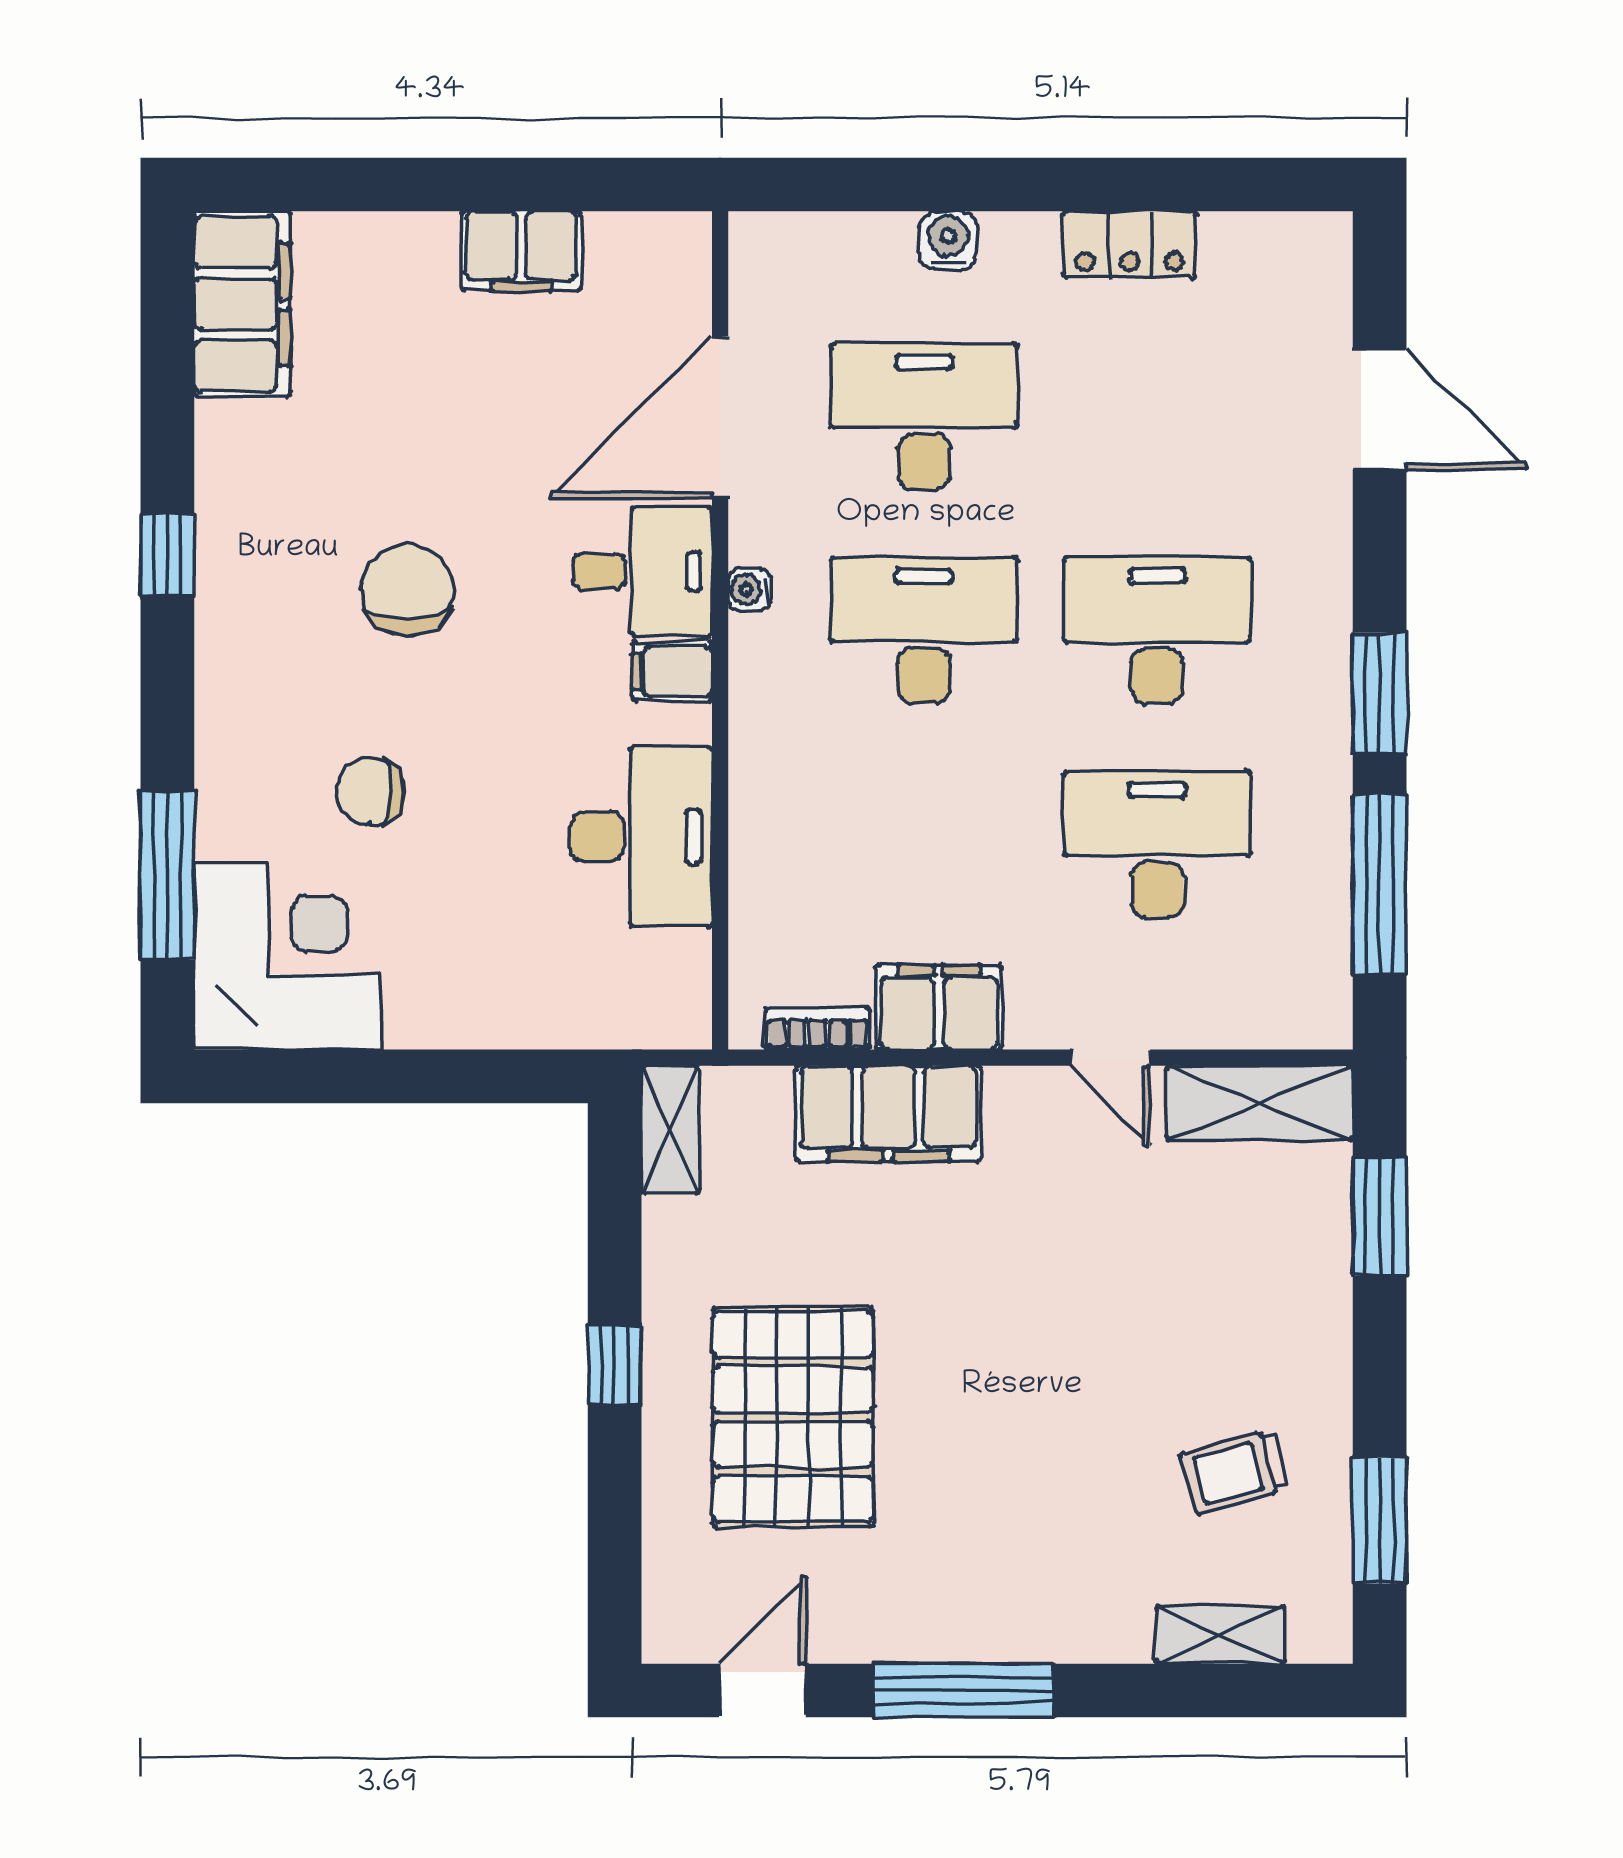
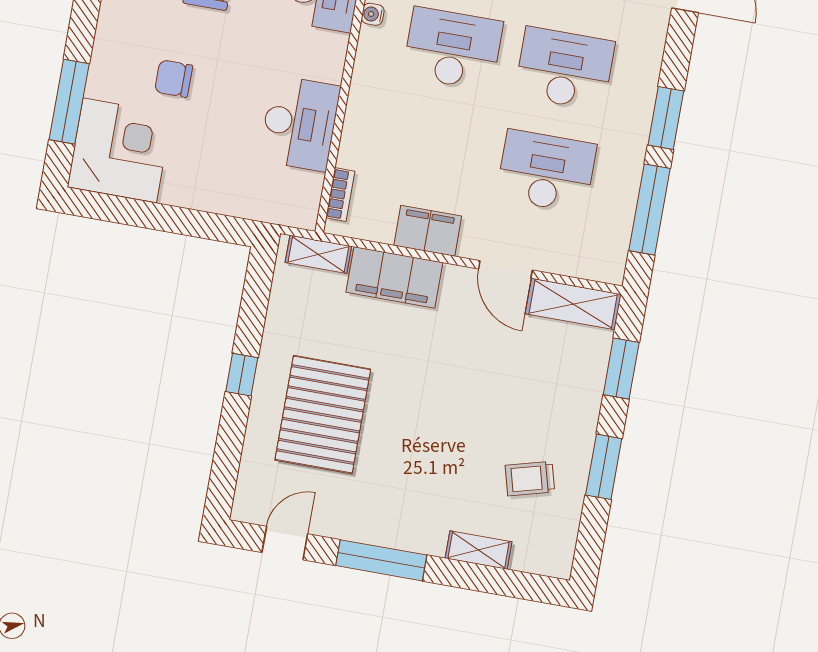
filing cabinet: (672, 671) -> (329, 47), removed
bookcase: (818, 1029) -> (340, 194), moved, turned 90
door: (1110, 1058) -> (505, 269), width x1.38
shelving: (670, 1130) -> (318, 254), moved, turned 90
window: (1380, 1520) -> (604, 467), moved
shelving: (1220, 1635) -> (479, 550), moved

